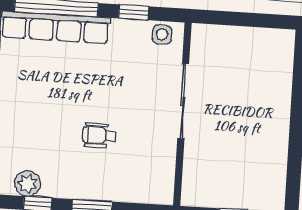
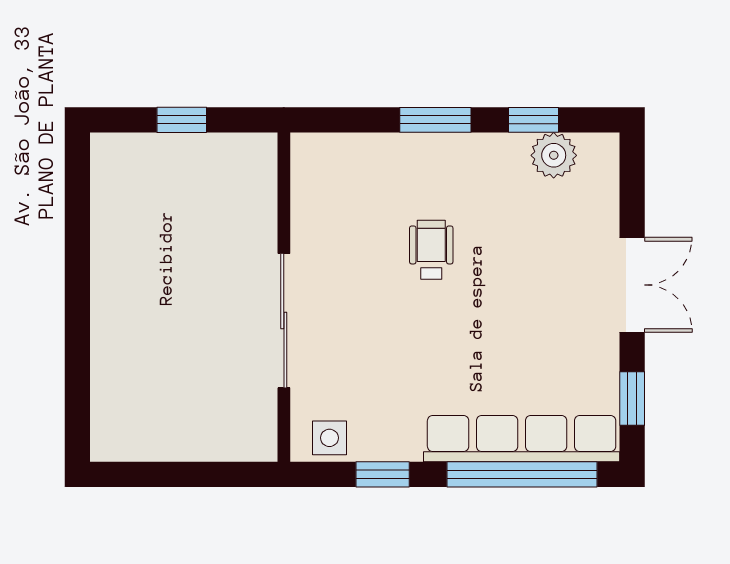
wheelchair: (99, 135) -> (431, 250), turned -90

